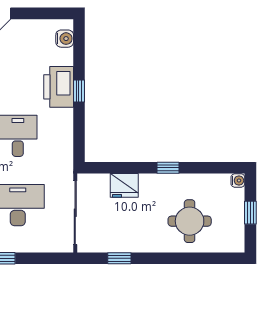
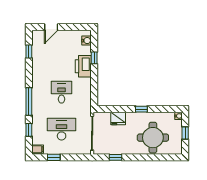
window: (79, 91) -> (94, 58), moved
round table: (190, 221) -> (153, 138), width x1.36, depth x1.36

